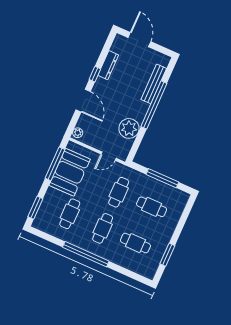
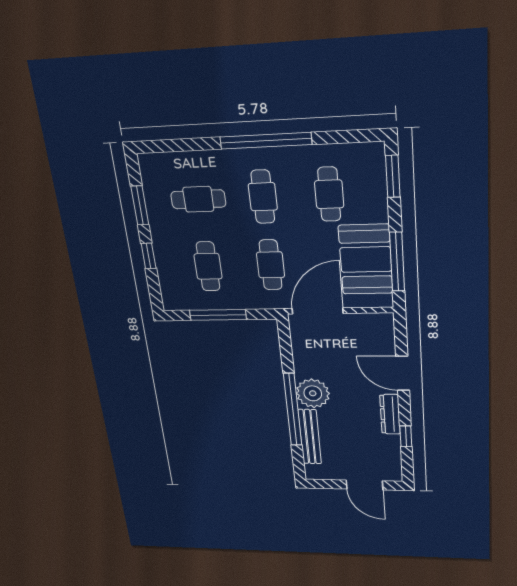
dresser: (108, 65) -> (390, 414), moved
window: (95, 74) -> (406, 436), moved
plant: (129, 128) -> (313, 393), moved
plant: (78, 133) -> (386, 324), removed
door: (109, 156) -> (318, 311), width x1.88
cafe table: (152, 207) -> (208, 266), turned 90
window: (180, 227) -> (149, 256), added

